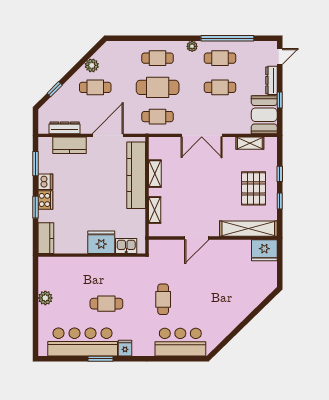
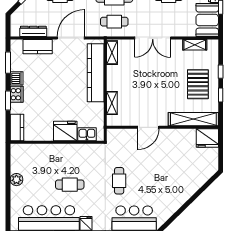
shelving: (155, 174) -> (112, 53), moved

